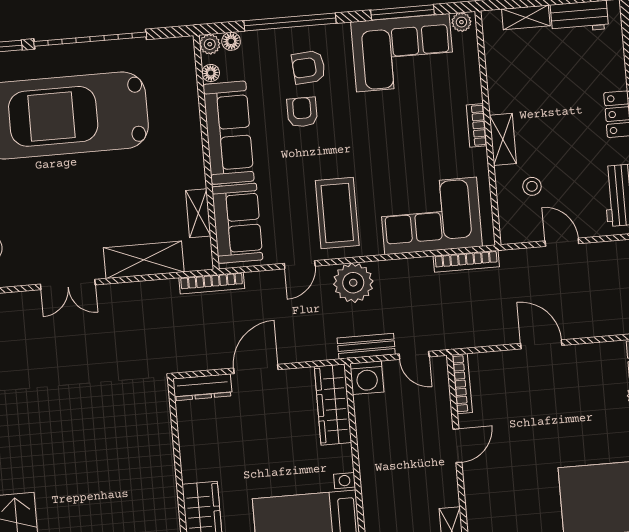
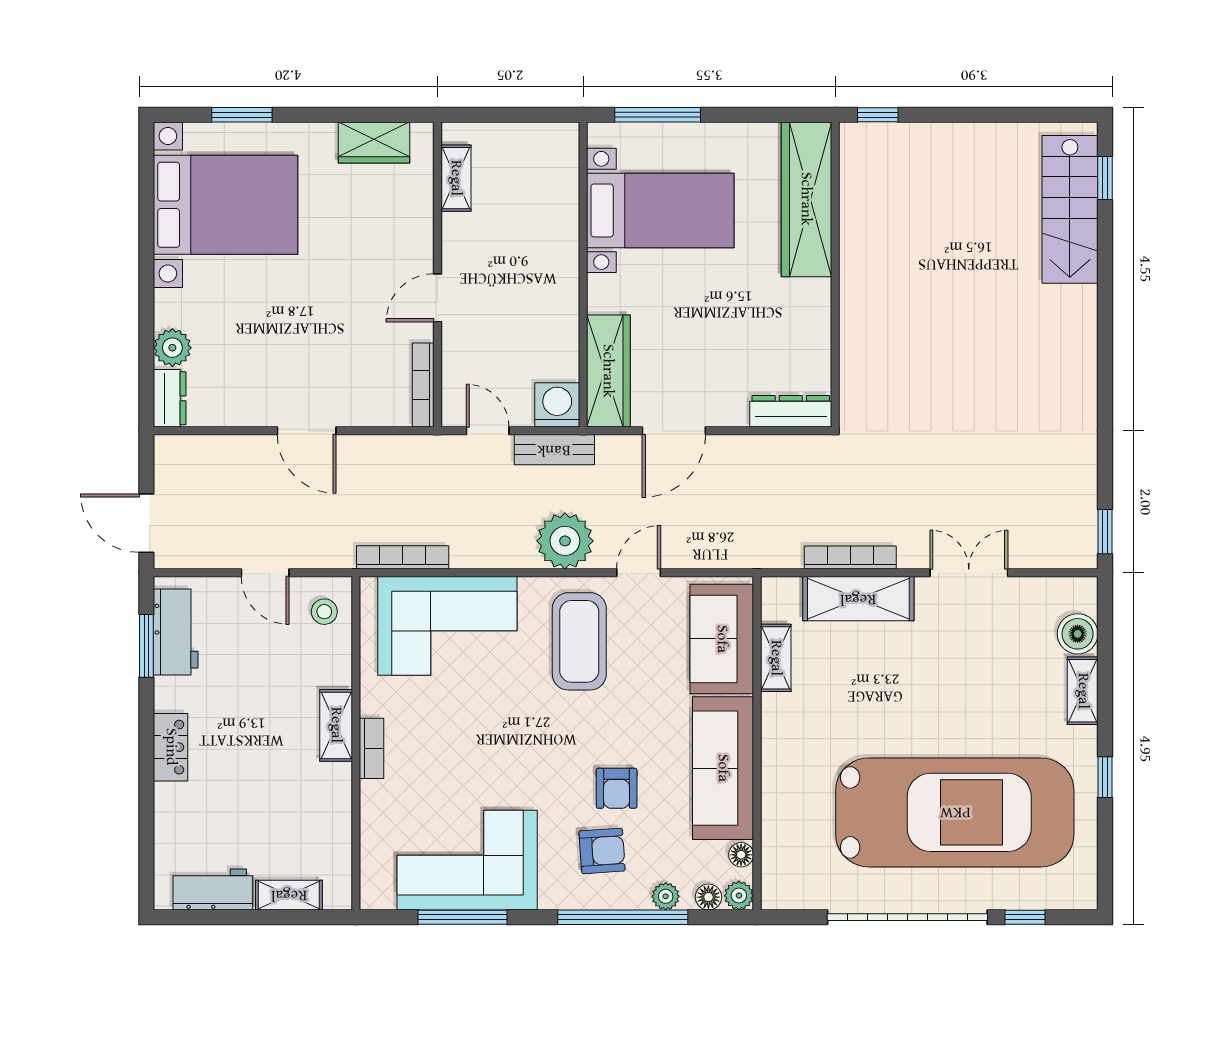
plant: (461, 22) -> (666, 896), moved
stool: (532, 186) -> (324, 612), moved
bookcase: (212, 283) -> (850, 558), moved
door: (256, 369) -> (674, 431), moved

